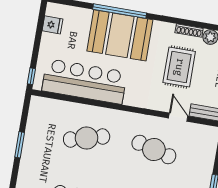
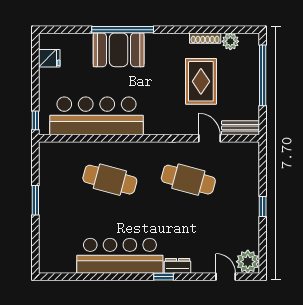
booth: (120, 35) -> (119, 50), width x0.73, depth x0.70
cafe table: (87, 138) -> (110, 180), turned 30

